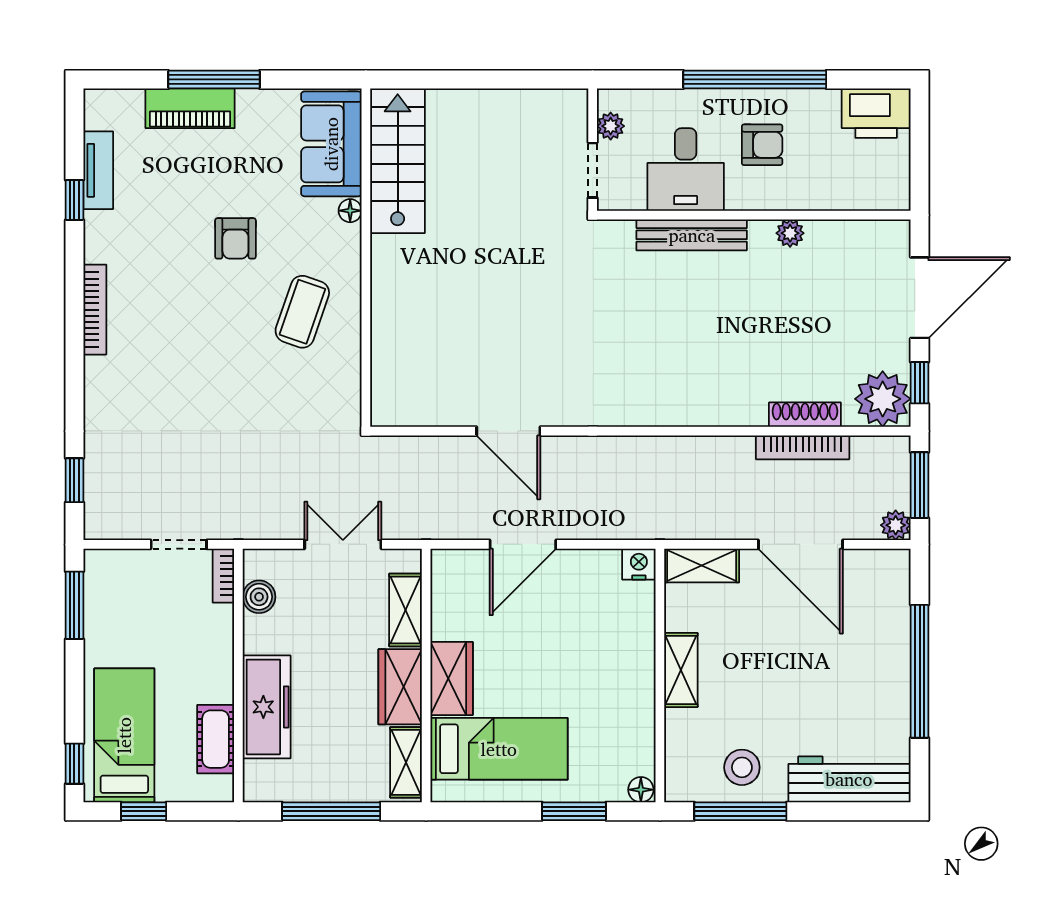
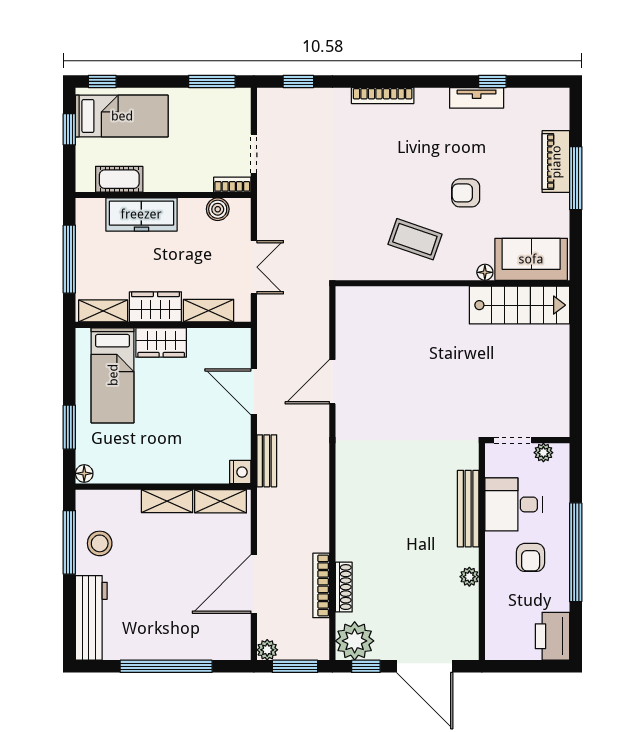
tv unit: (98, 170) -> (477, 98), moved
bookcase: (95, 310) -> (383, 96), moved
bench: (623, 526) -> (267, 461), added
shelving: (702, 566) -> (221, 501), moved, turned 90

